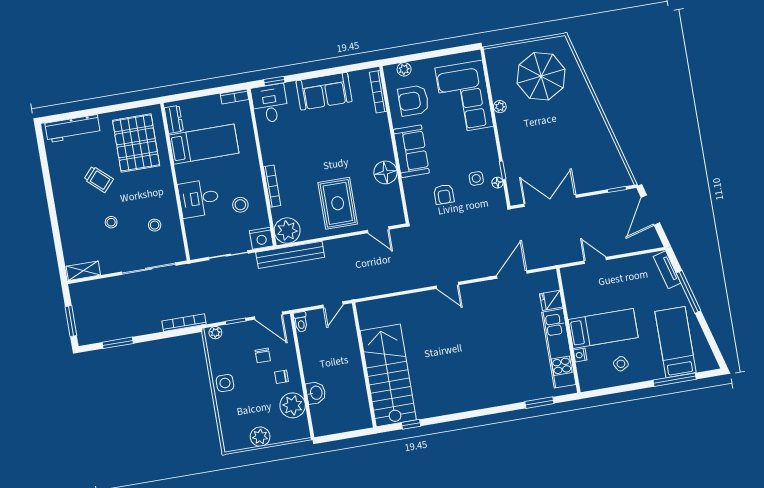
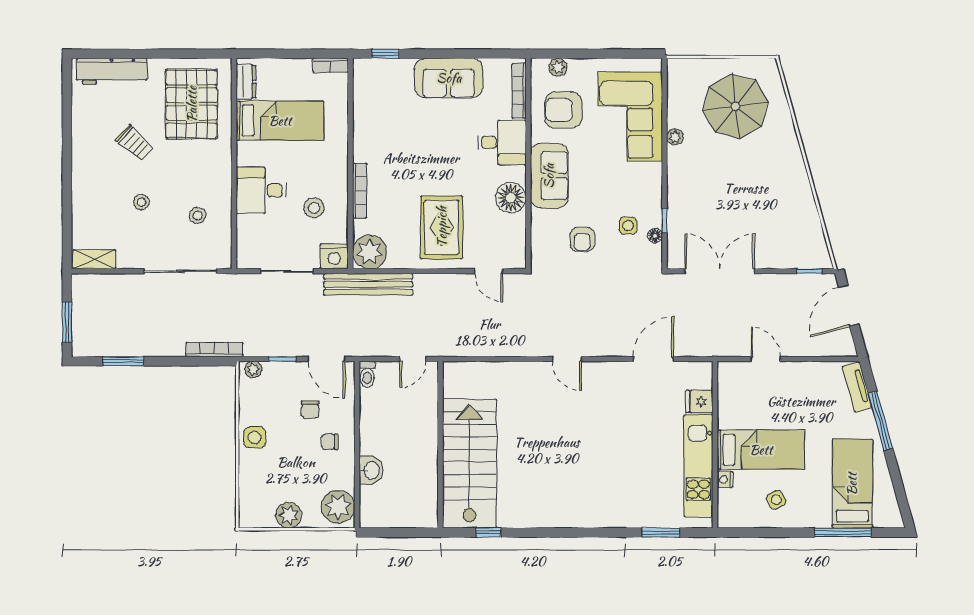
desk: (270, 104) -> (502, 142), moved, turned 90
plant: (293, 405) -> (338, 507), moved

